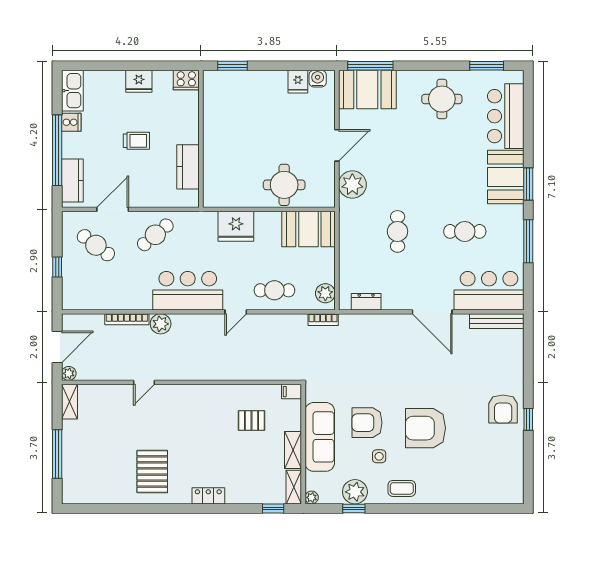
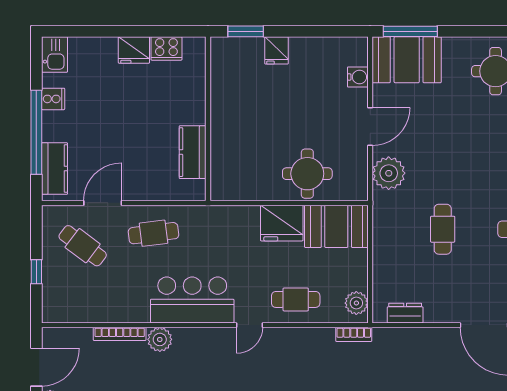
water cooler: (318, 79) -> (358, 77), moved, turned 90
cooker: (186, 80) -> (166, 48), moved
fridge: (298, 82) -> (276, 50), moved
kitchen sink: (72, 91) -> (55, 54), width x0.73
trolley: (136, 141) -> (131, 121), removed
fridge: (236, 226) -> (282, 223), moved
cafe table: (155, 235) -> (154, 233), turned 33

